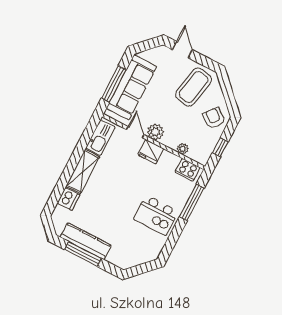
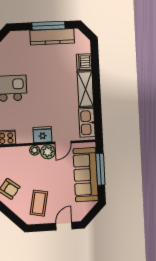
door: (182, 50) -> (64, 226), swing flipped
coffee table: (194, 87) -> (39, 203), width x0.73, depth x0.76
door: (135, 132) -> (63, 143), hinge flipped
plant: (183, 149) -> (35, 150), moved

